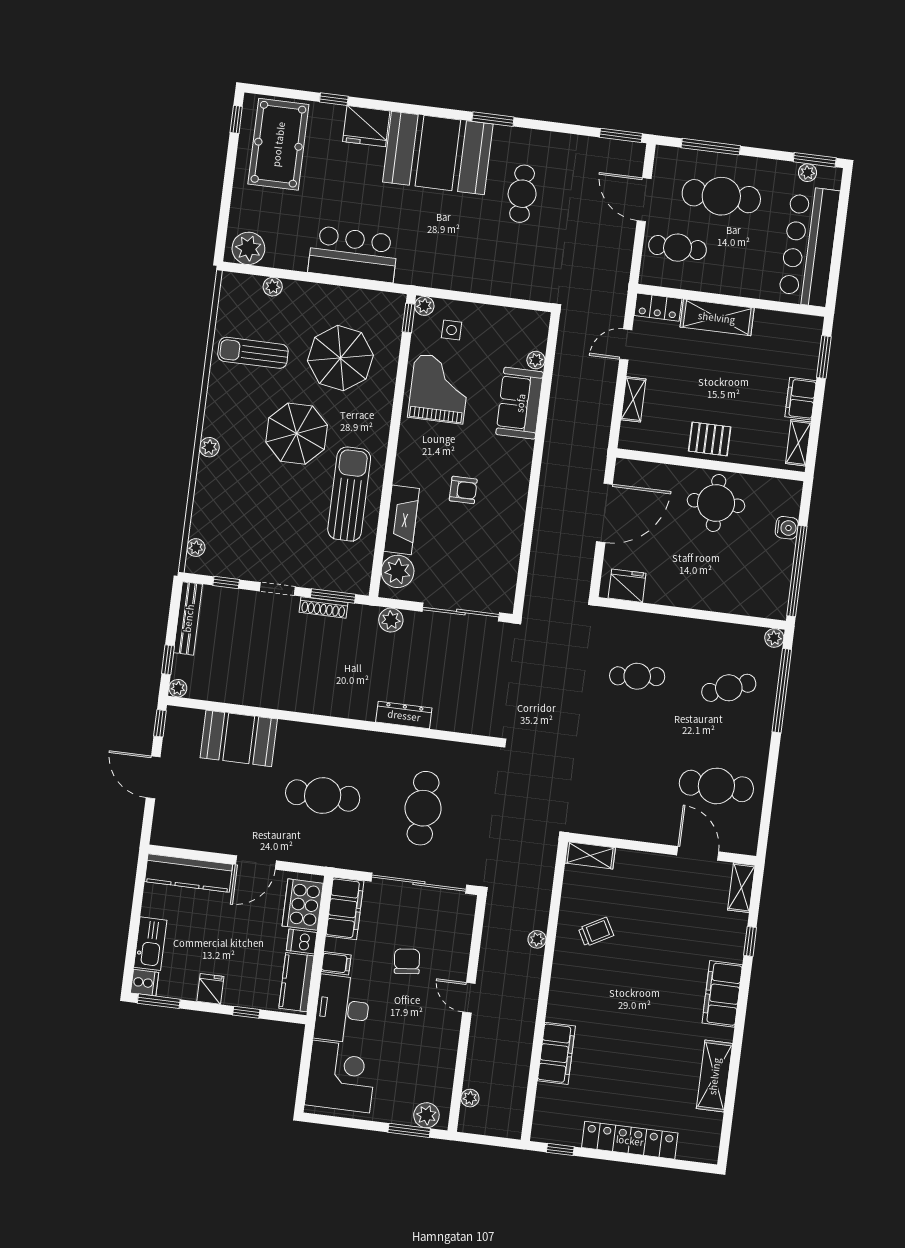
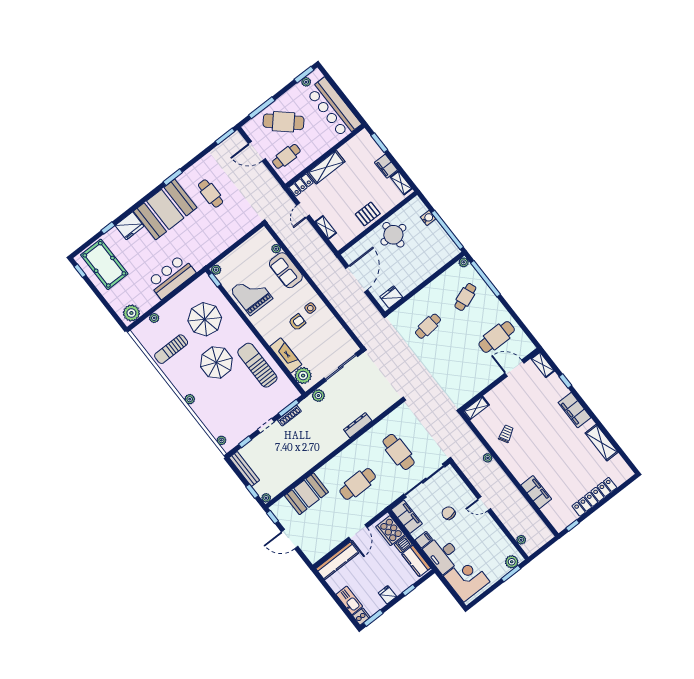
cafe table: (721, 196) -> (284, 122), turned 42
side table: (452, 330) -> (310, 308), moved

